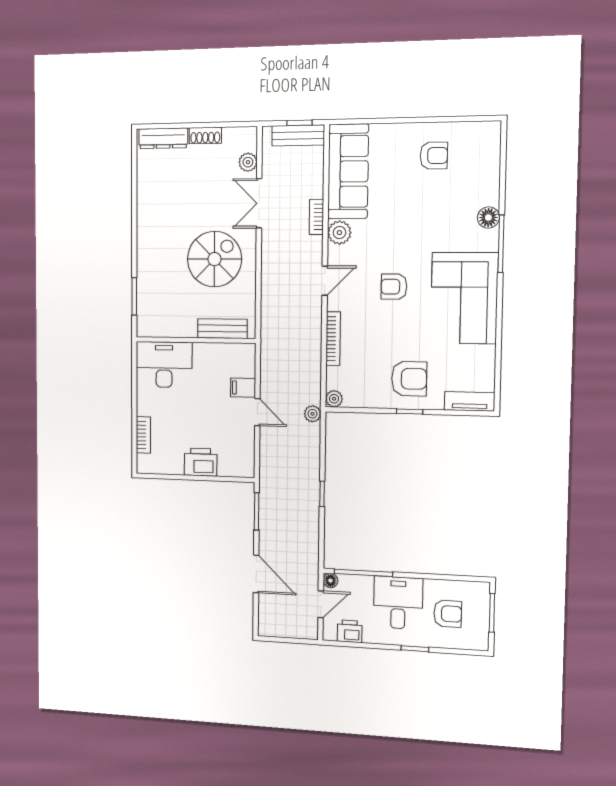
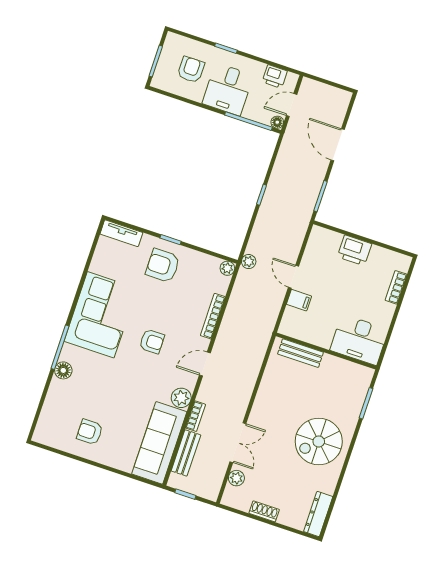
bench: (298, 135) -> (186, 453), moved, turned 90
dresser: (163, 138) -> (318, 514), moved, turned -90
spiral stairs: (214, 259) -> (319, 441), moved
armchair: (448, 614) -> (191, 70), turned 90

